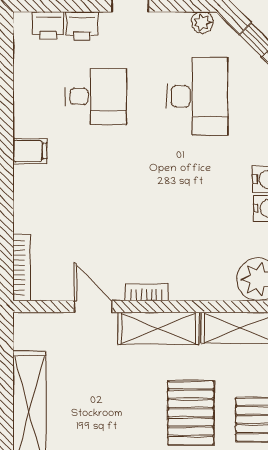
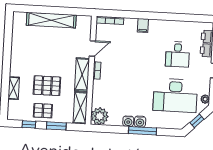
desk: (197, 96) -> (175, 95), width x1.36, depth x1.30
filing cabinet: (30, 151) -> (143, 26), moved

